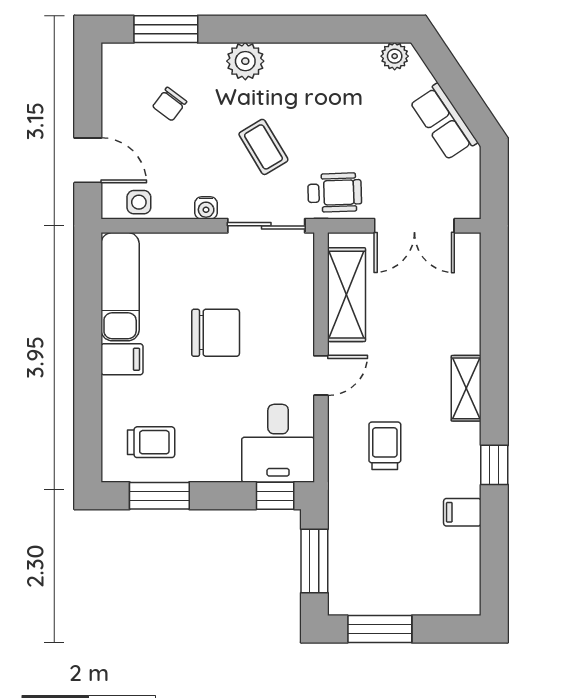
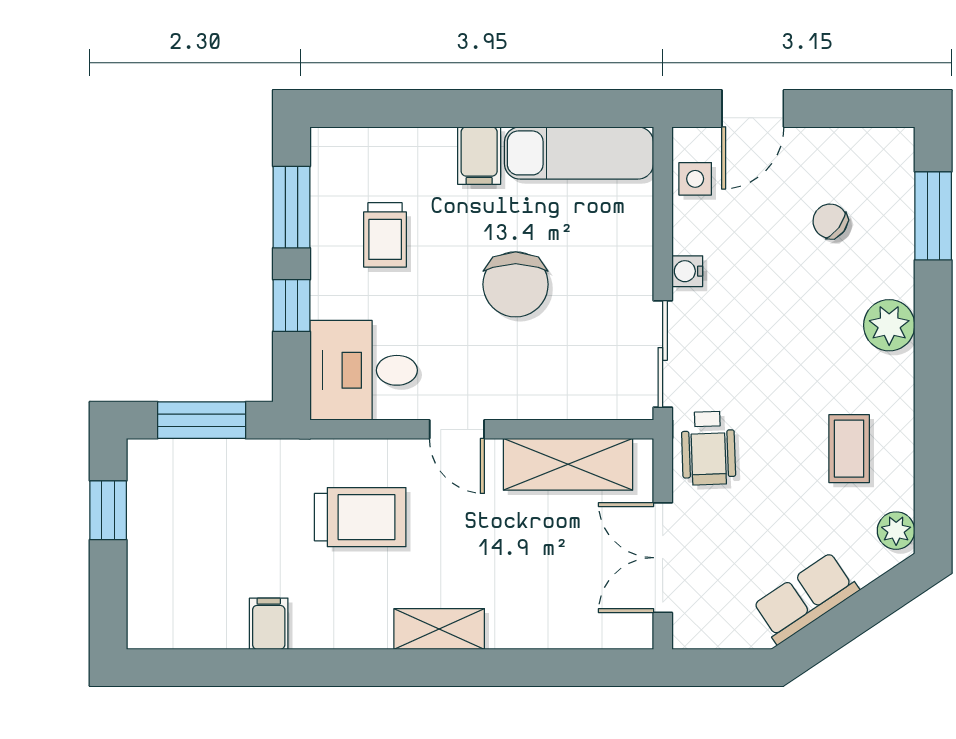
coffee table: (263, 147) -> (849, 449), moved, turned -59
trolley: (151, 442) -> (385, 235), moved
trolley: (385, 446) -> (360, 517), width x1.36, depth x1.39
window: (494, 465) -> (334, 668), removed
window: (275, 496) -> (291, 305), moved
window: (380, 629) -> (108, 510), width x0.67

